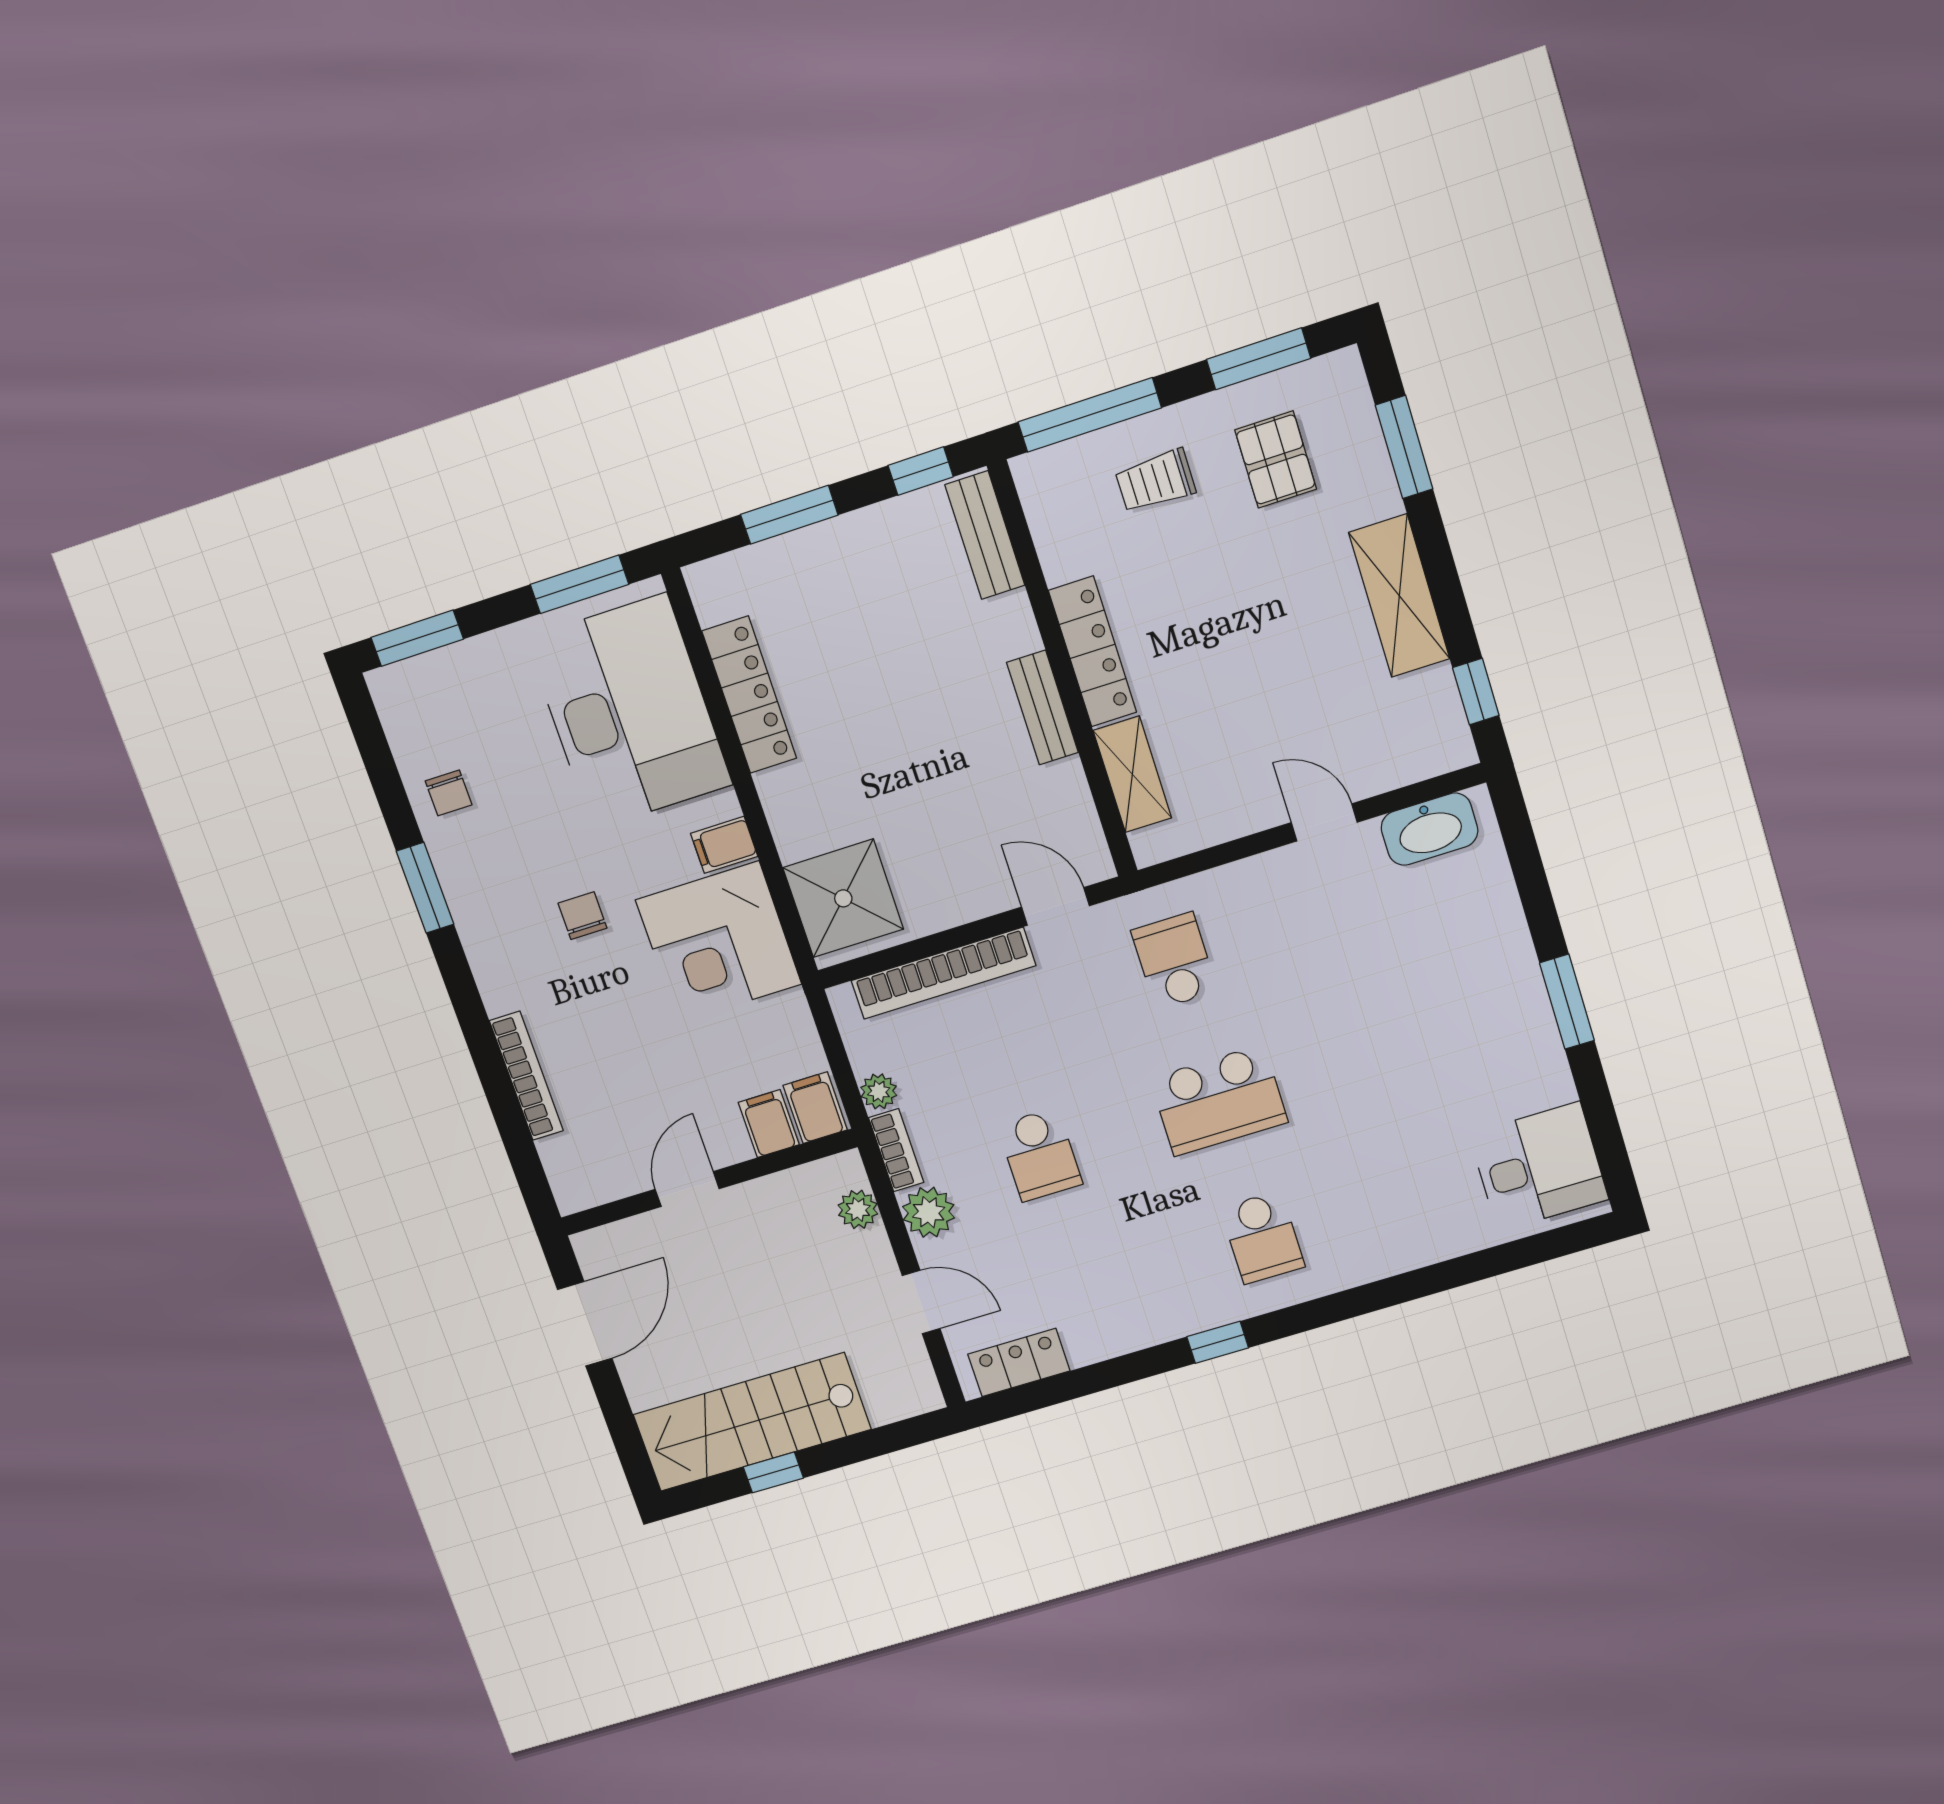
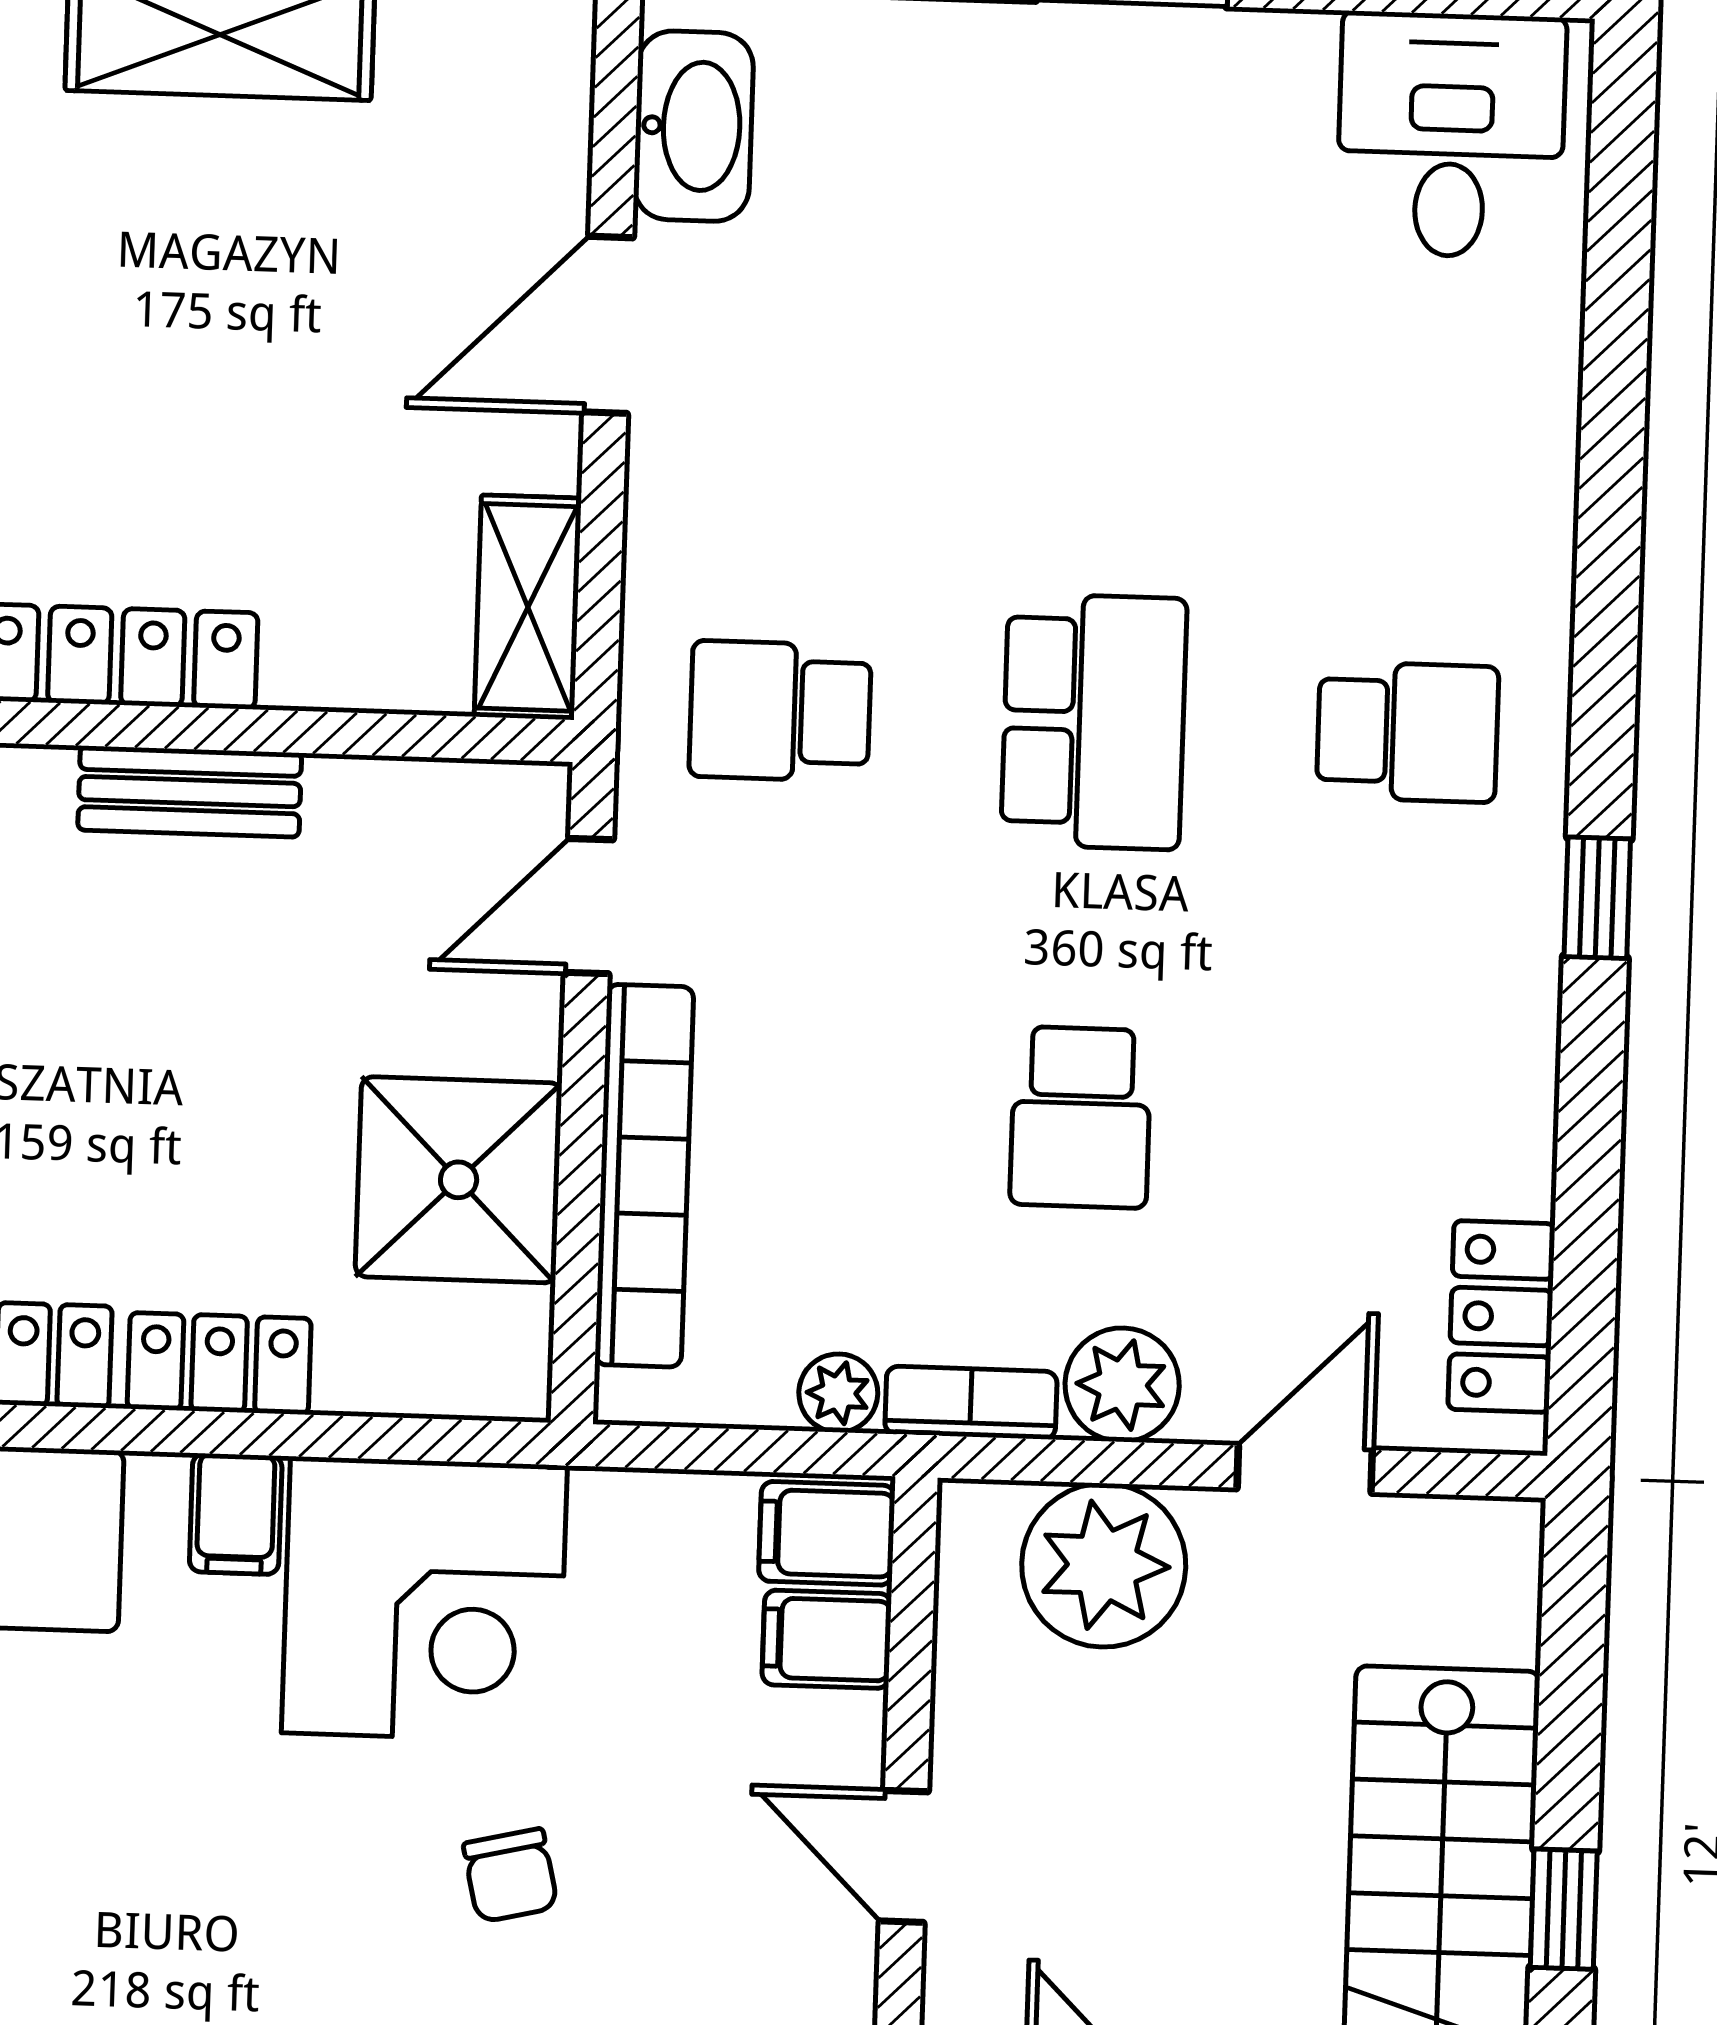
shelving: (1132, 774) -> (528, 607), moved, turned 90
locker: (788, 814) -> (219, 1364), added
door: (1324, 822) -> (608, 325), width x1.38
shower: (843, 898) -> (459, 1180), moved
chair: (582, 916) -> (510, 1875), moved, turned -103
school desk: (1040, 1155) -> (1081, 1117), turned 90
plant: (858, 1209) -> (1104, 1565), width x1.87, depth x1.87

